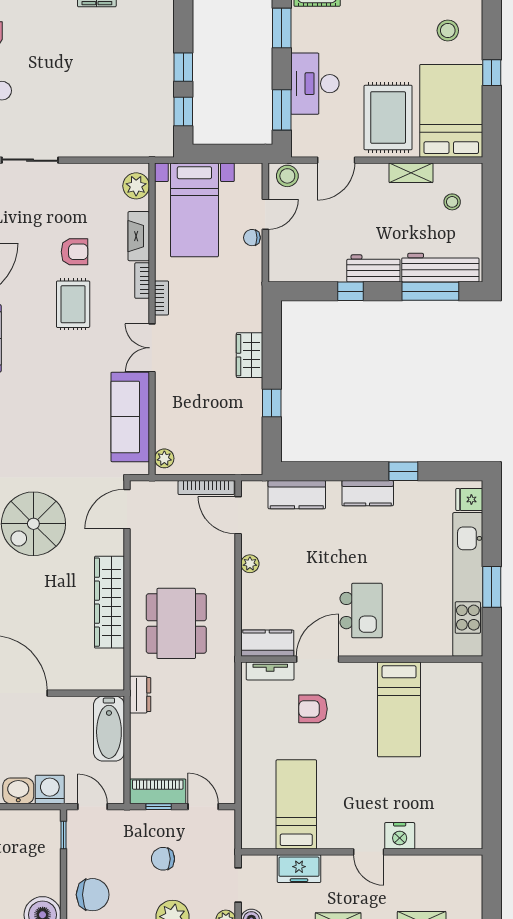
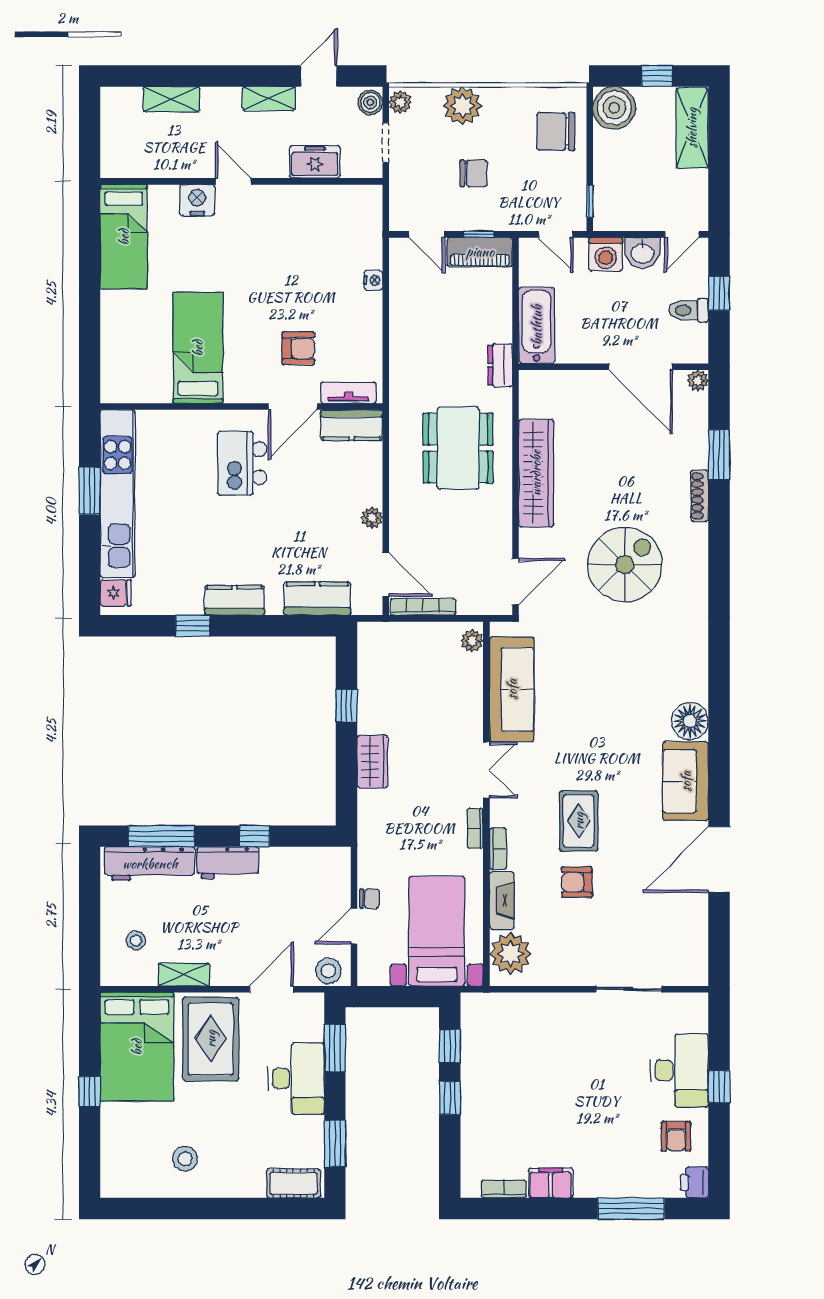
stool: (448, 31) -> (185, 1159), moved
plant: (136, 186) -> (511, 954), width x1.36, depth x1.36
nightstand: (249, 767) -> (373, 280), added
bed: (296, 804) -> (124, 237), moved

